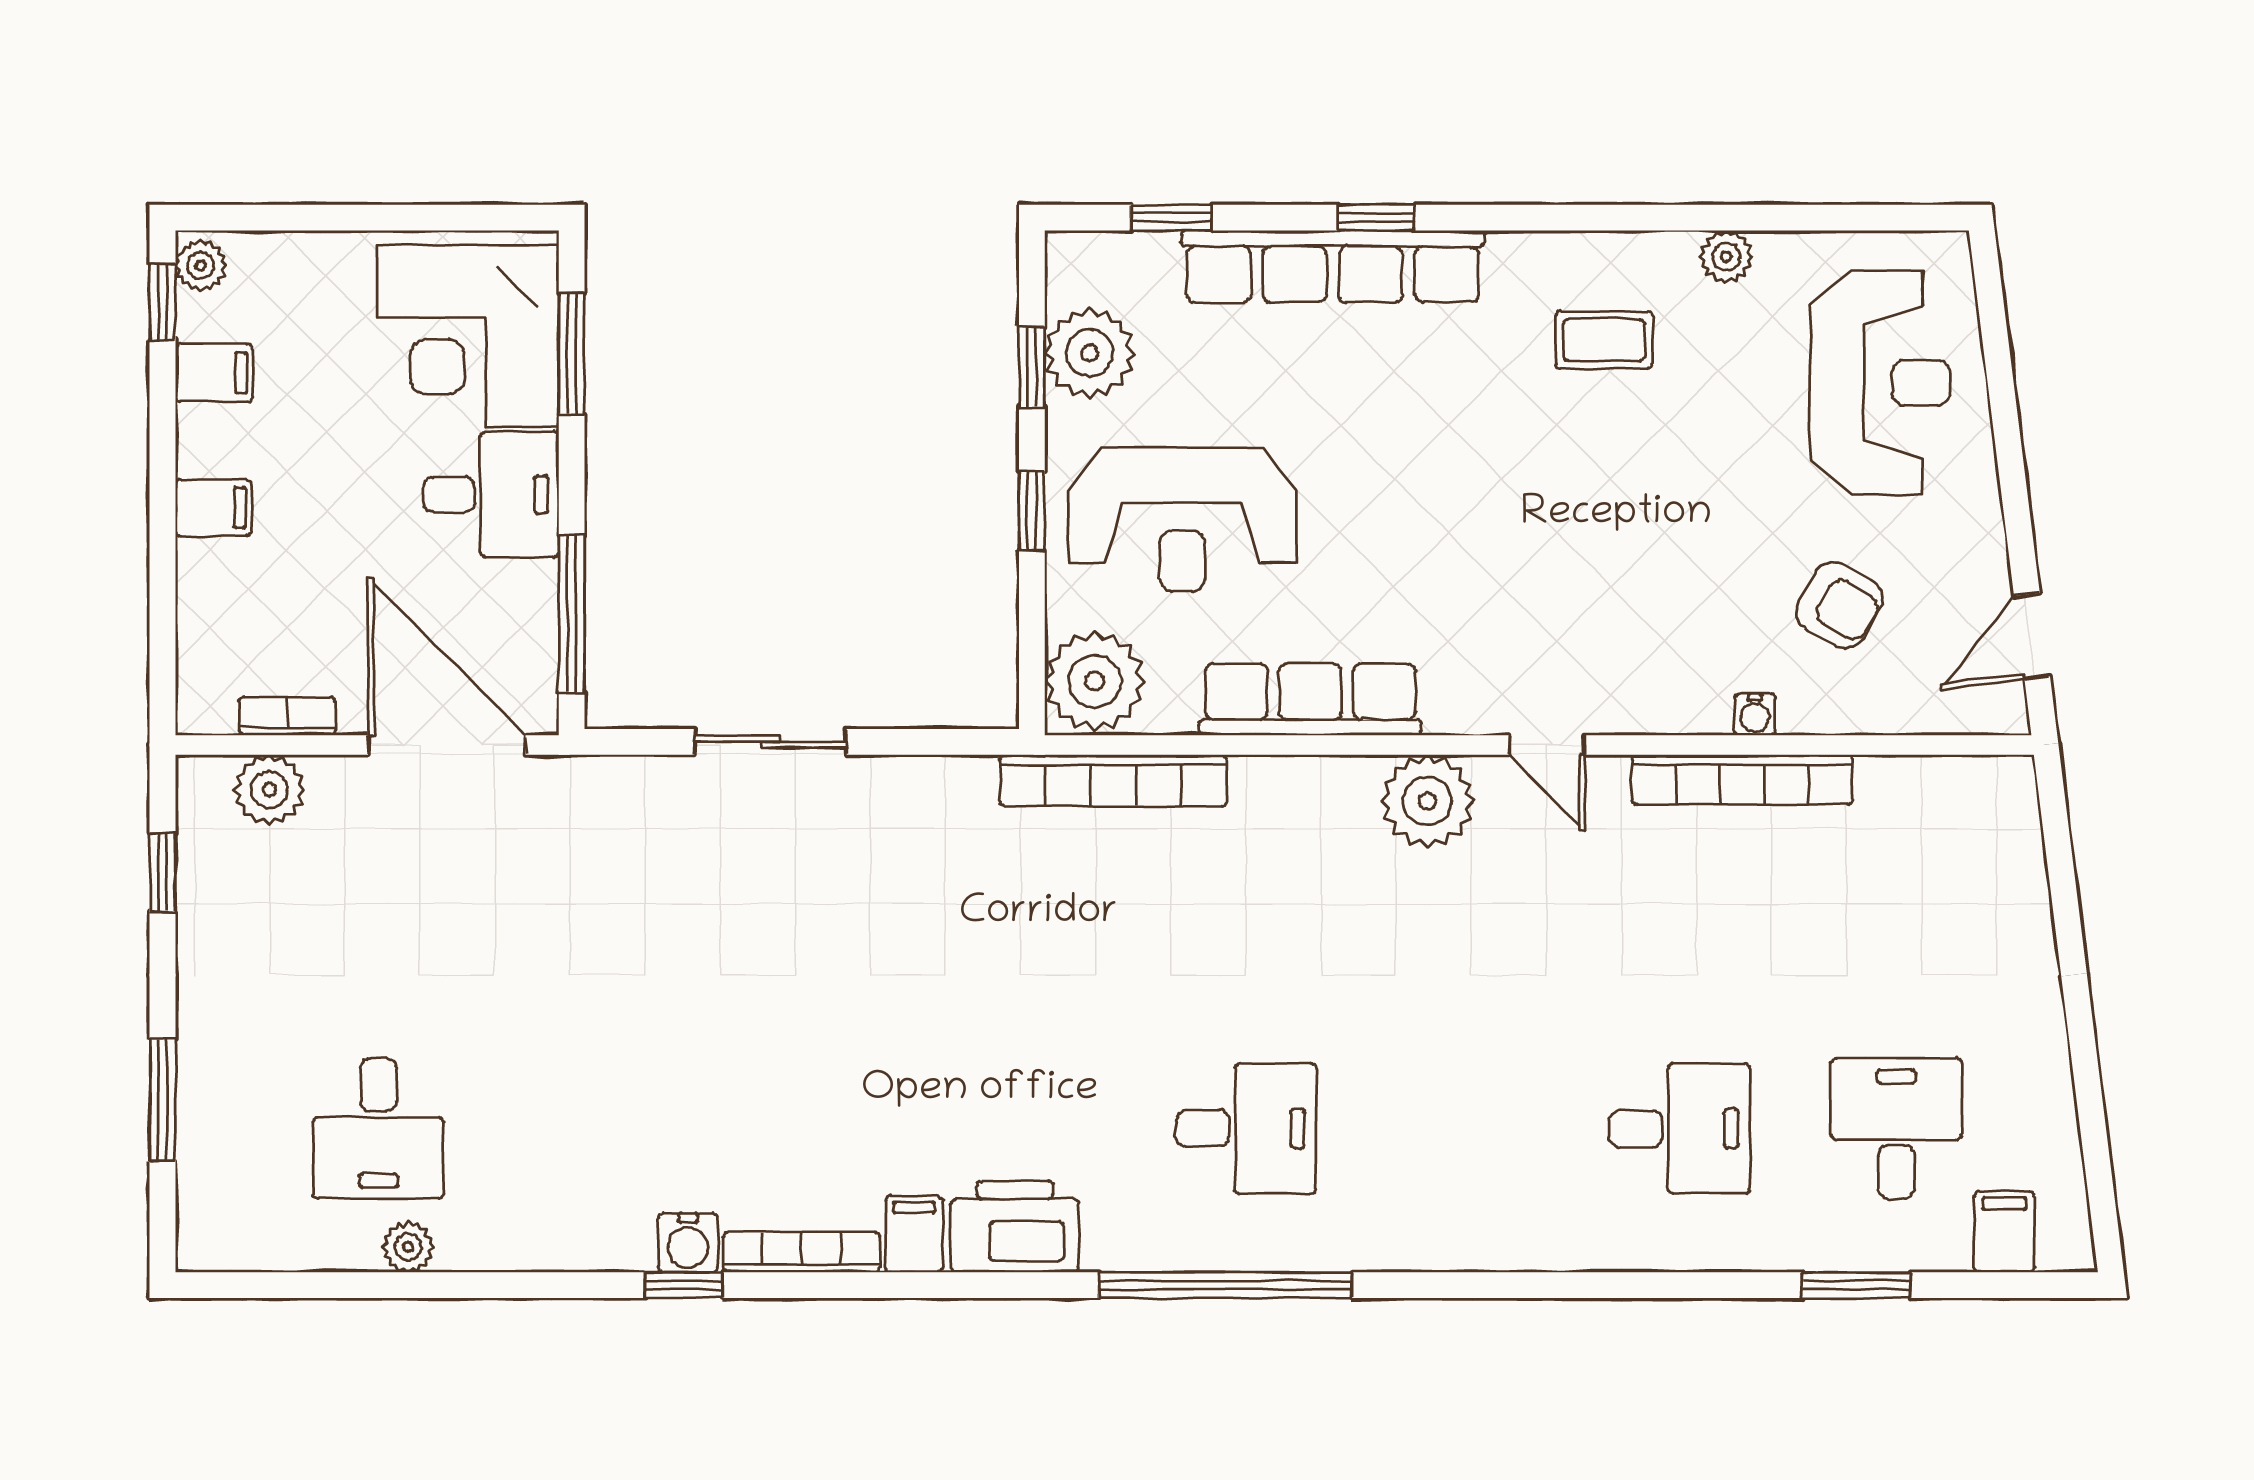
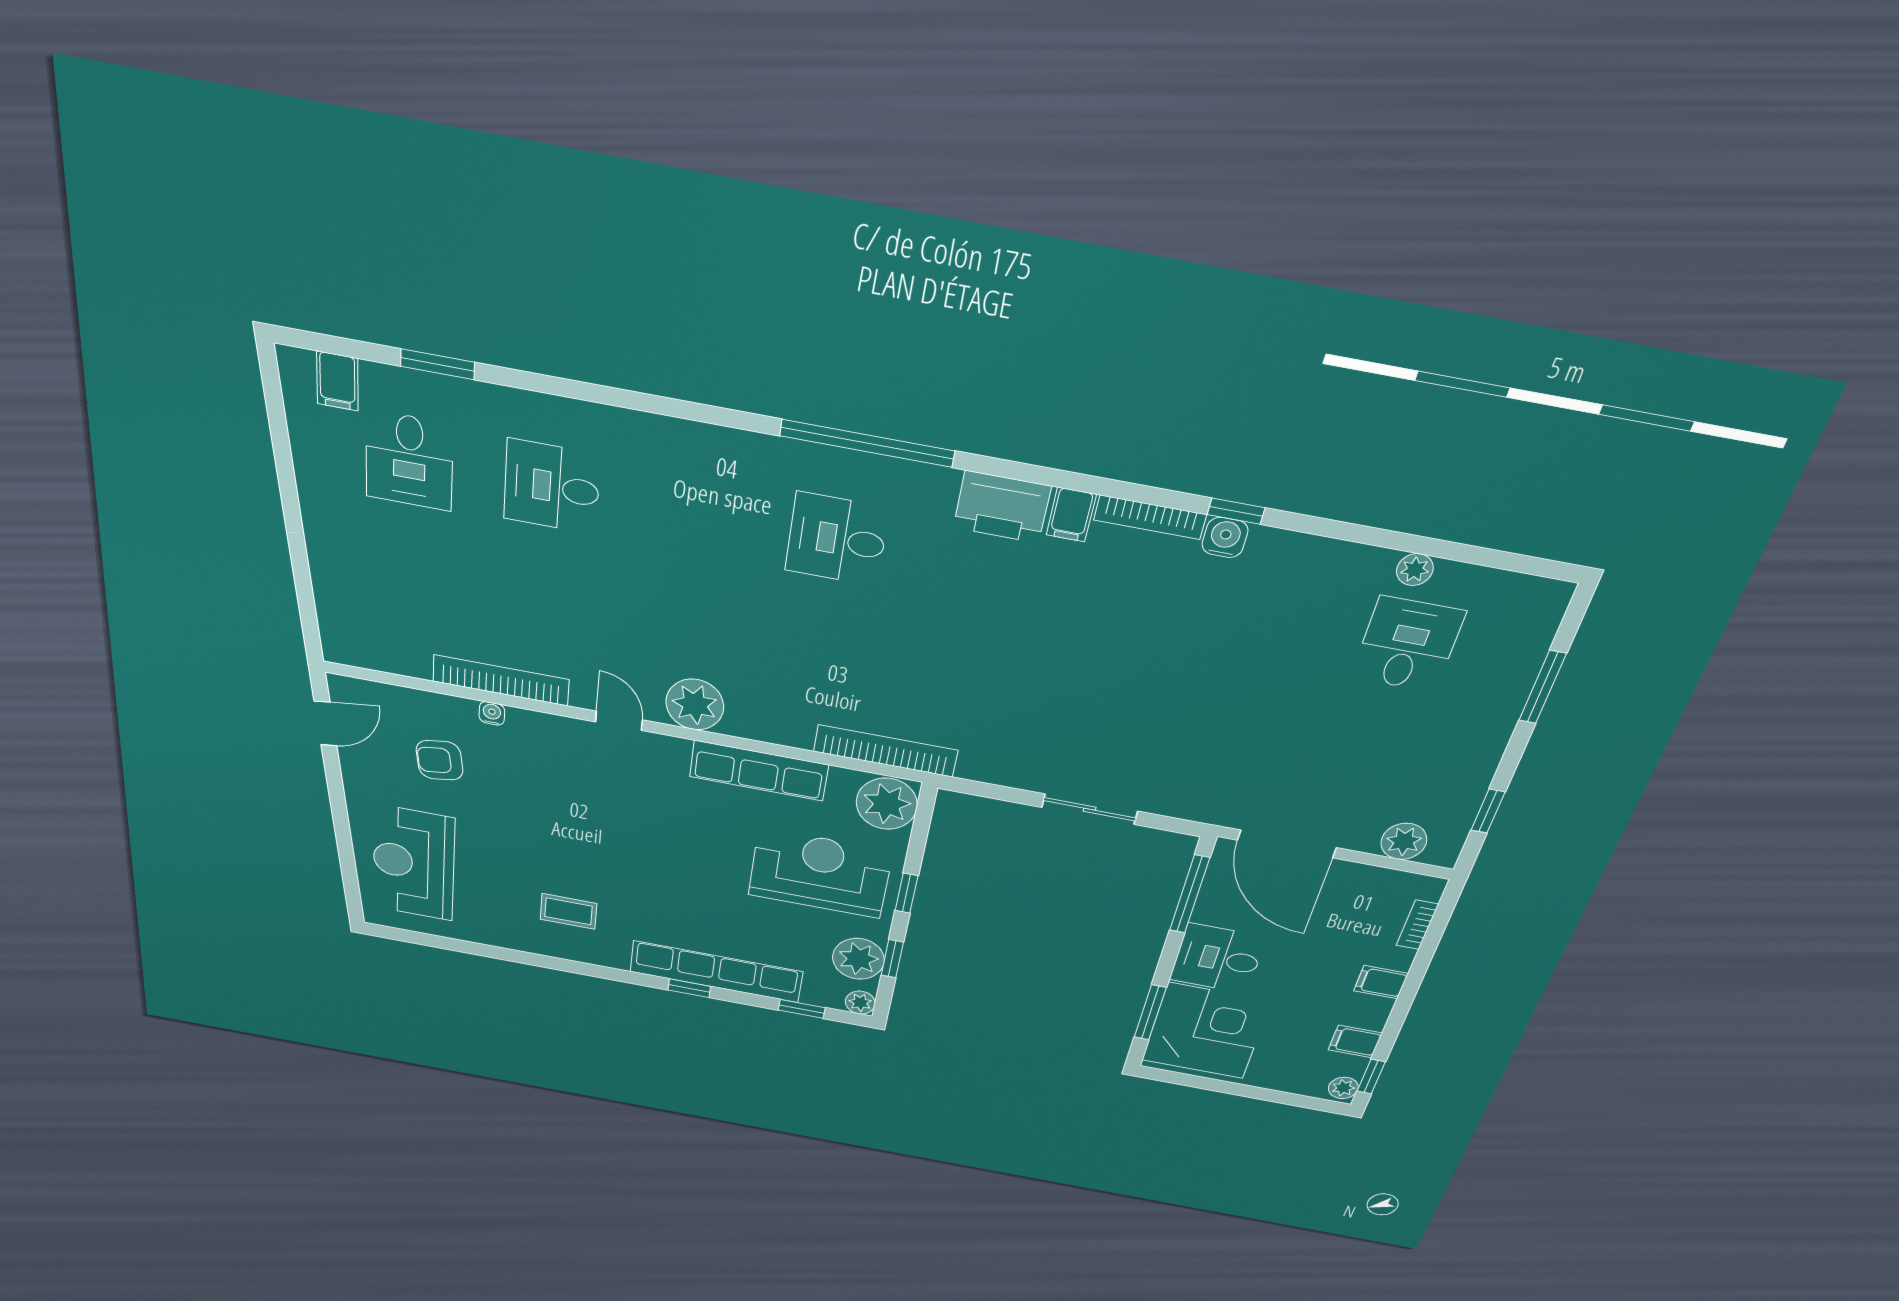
plant: (1726, 257) -> (860, 1003), moved
armchair: (1839, 605) -> (440, 760), turned -38
bookcase: (287, 716) -> (1417, 925), moved, turned 90

